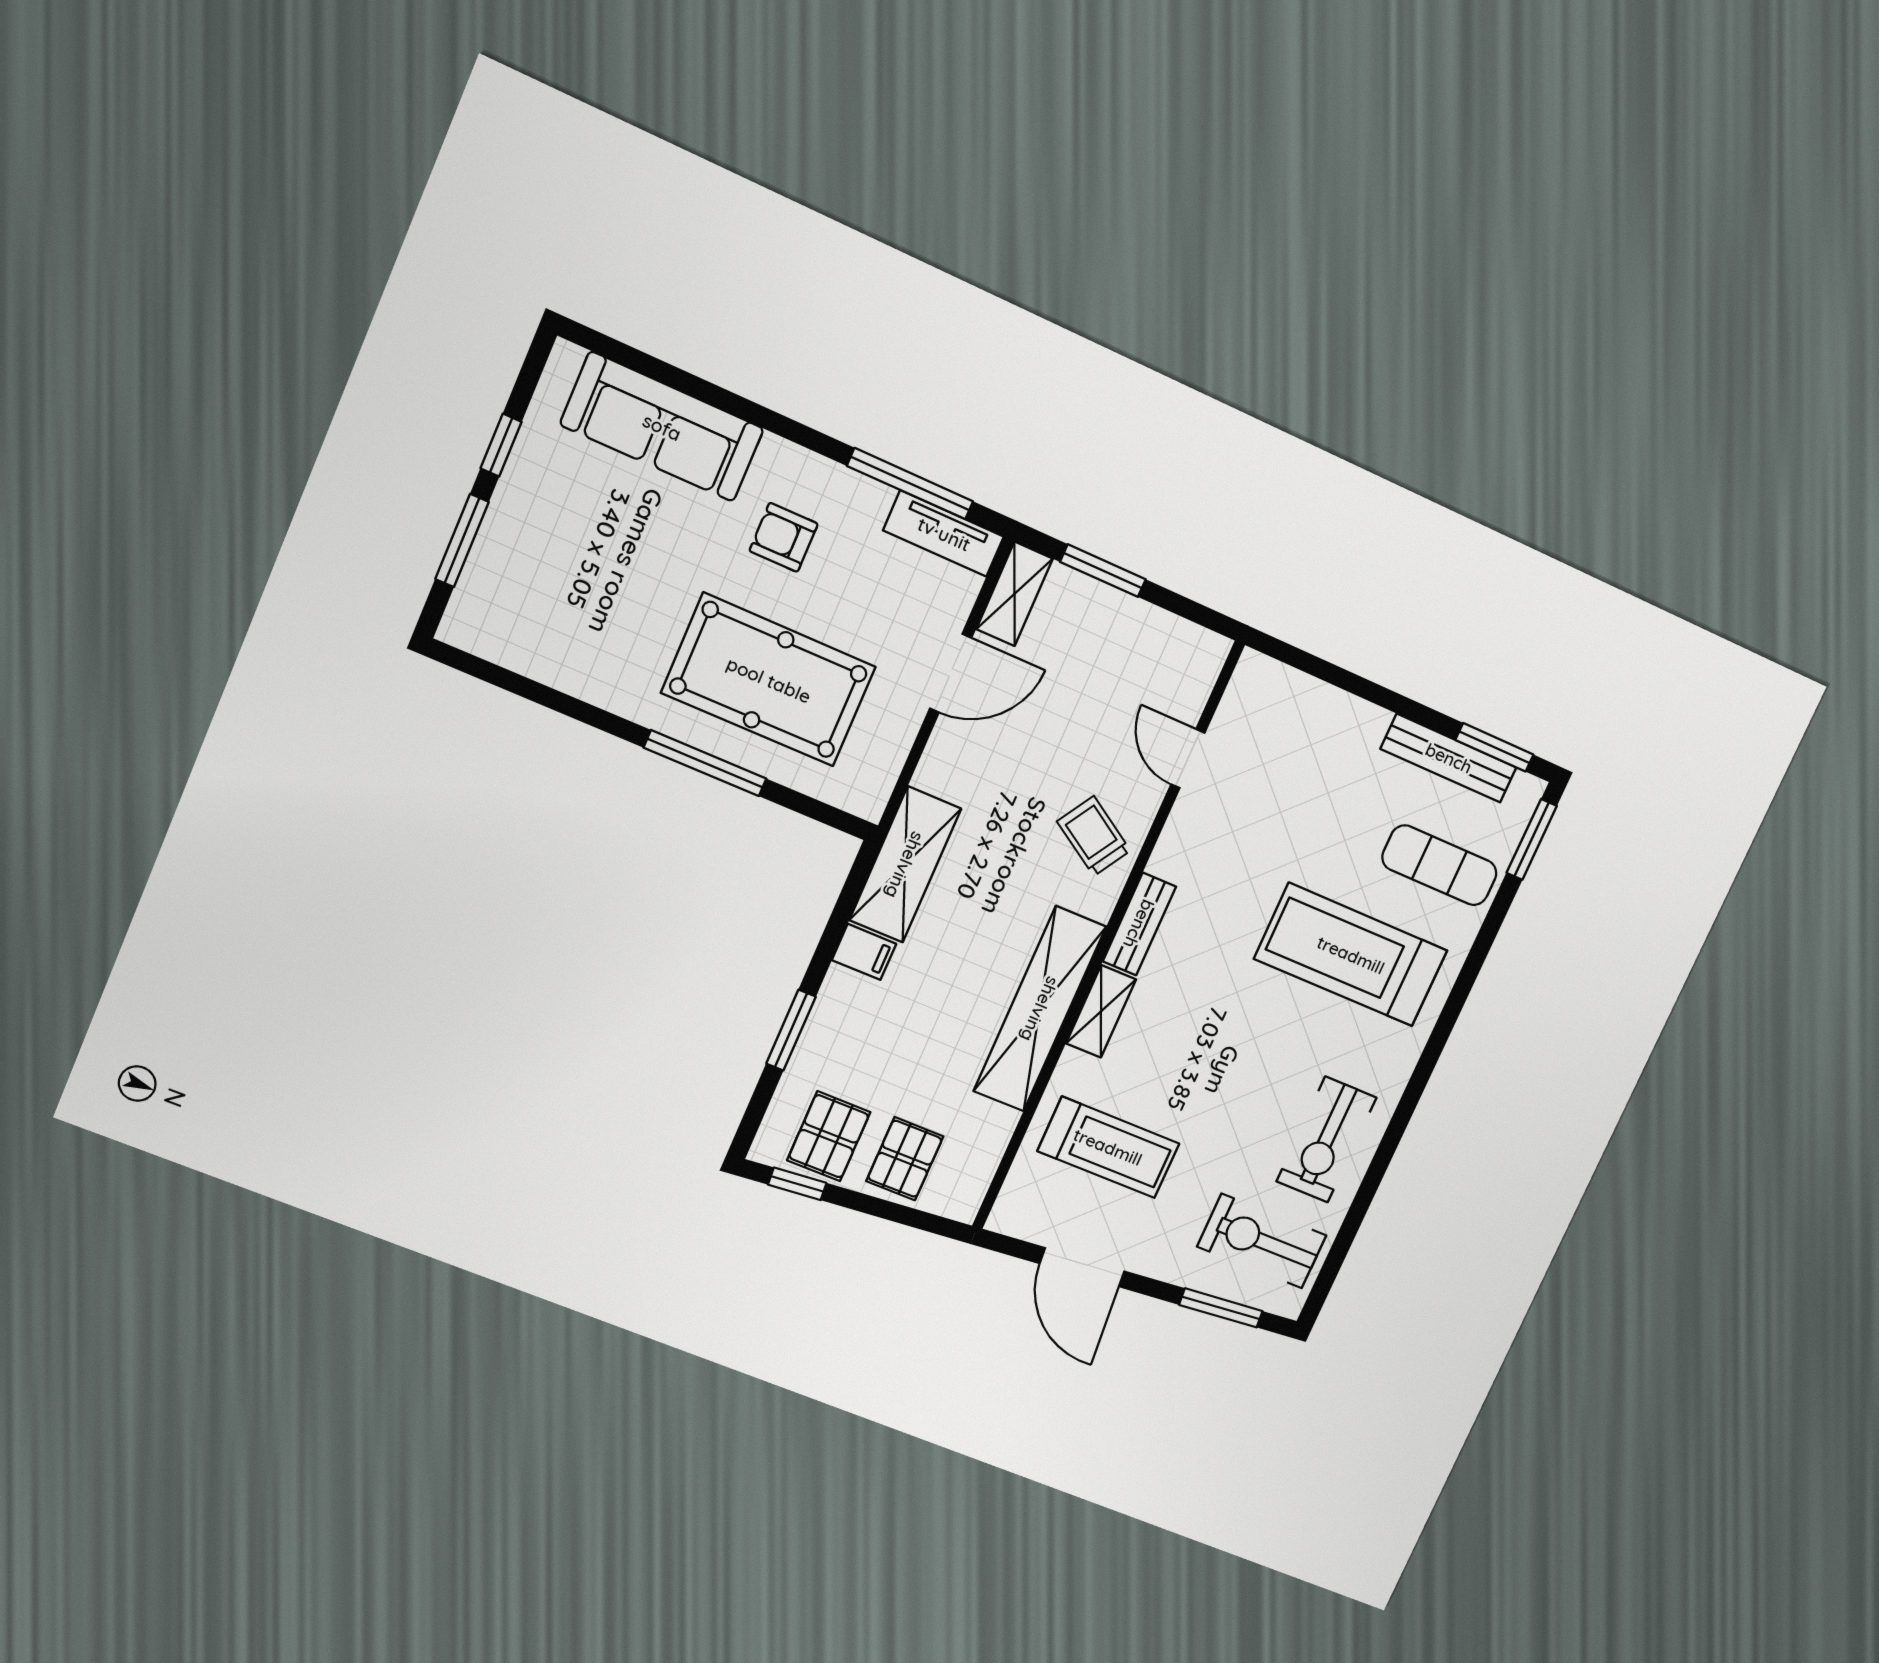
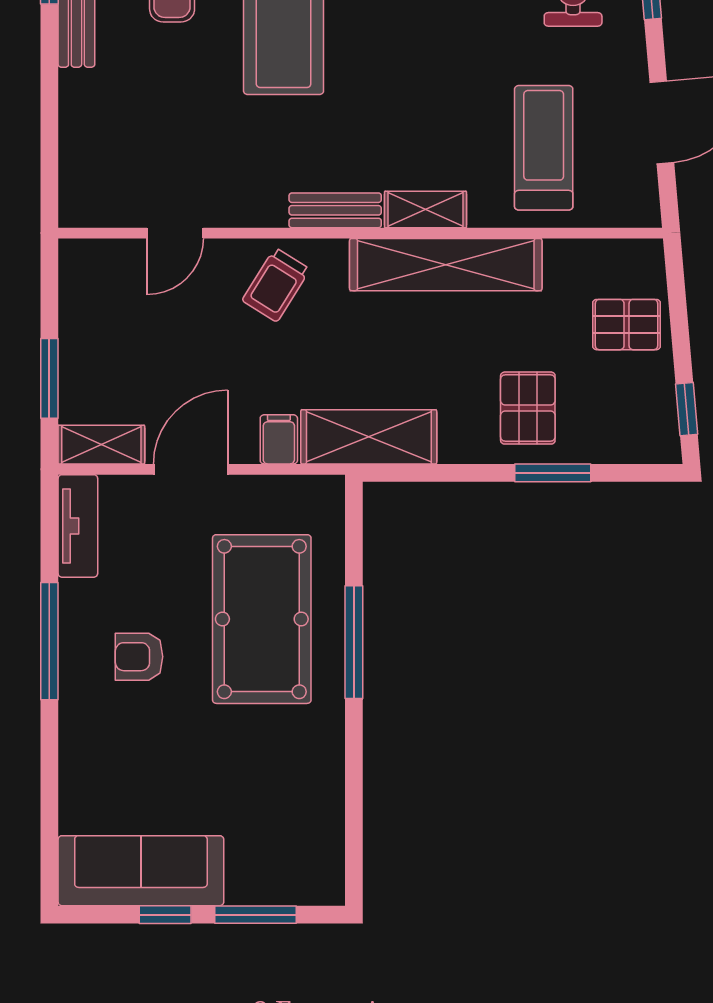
sofa: (662, 427) -> (141, 871), moved, turned -90
window: (910, 484) -> (49, 641), moved
armchair: (784, 537) -> (139, 657), turned 90
door: (951, 673) -> (191, 469), hinge flipped
filing cabinet: (864, 952) -> (279, 439), moved
pallet: (829, 1136) -> (528, 408), moved, turned 90

